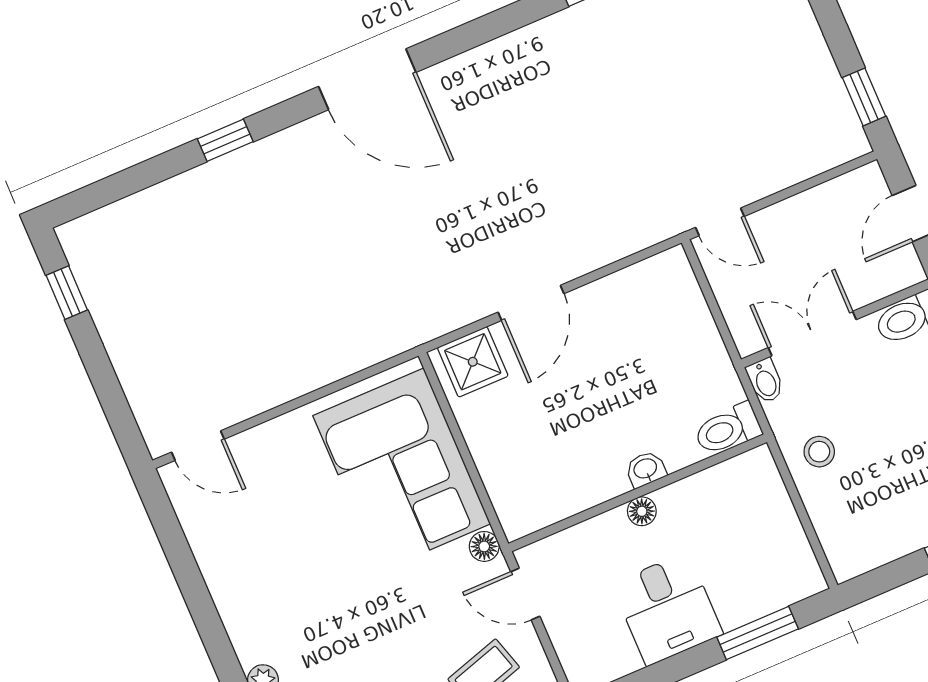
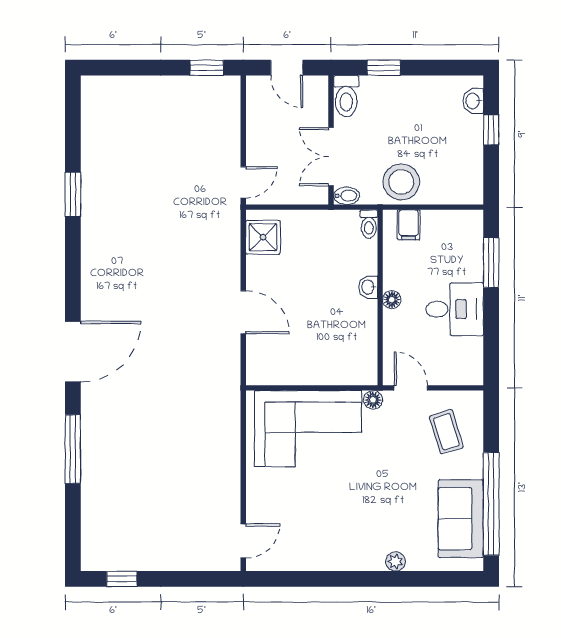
window: (225, 140) -> (73, 449), width x2.17
shower: (473, 362) -> (263, 237), moved
toilet: (728, 429) -> (369, 224), width x0.73, depth x0.72
stool: (819, 452) -> (401, 182), width x1.89, depth x1.89
filing cabinet: (761, 489) -> (409, 225), added
door: (525, 594) -> (411, 388), swing flipped

